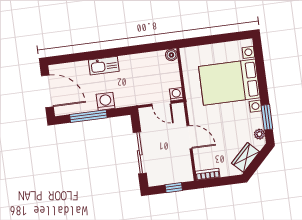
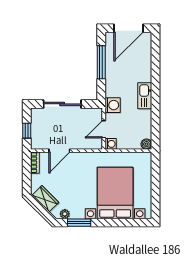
kitchen sink: (104, 66) -> (145, 96), moved
washing machine: (106, 101) -> (113, 105), moved
door: (190, 137) -> (59, 151), moved

